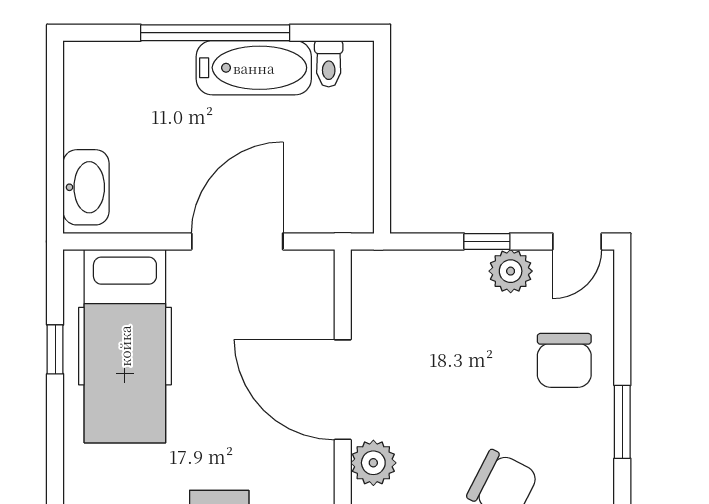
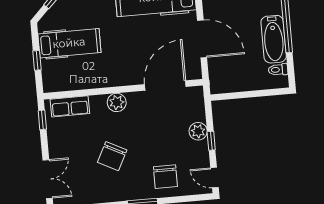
plant: (511, 271) -> (198, 131), moved
chair: (564, 360) -> (165, 177), turned -90
door: (343, 390) -> (165, 85), moved

